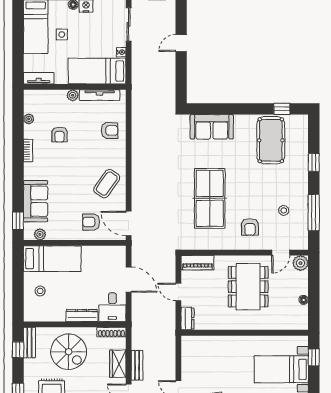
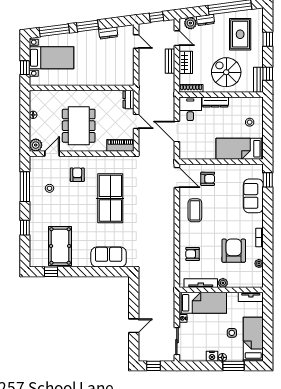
armchair: (59, 135) -> (234, 251), width x1.88, depth x1.88
coffee table: (107, 184) -> (195, 210), turned -35
plant: (40, 234) -> (250, 169), removed

